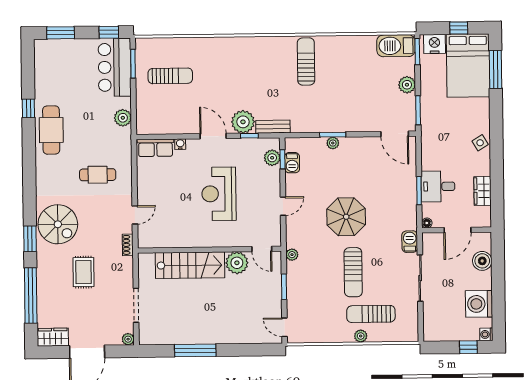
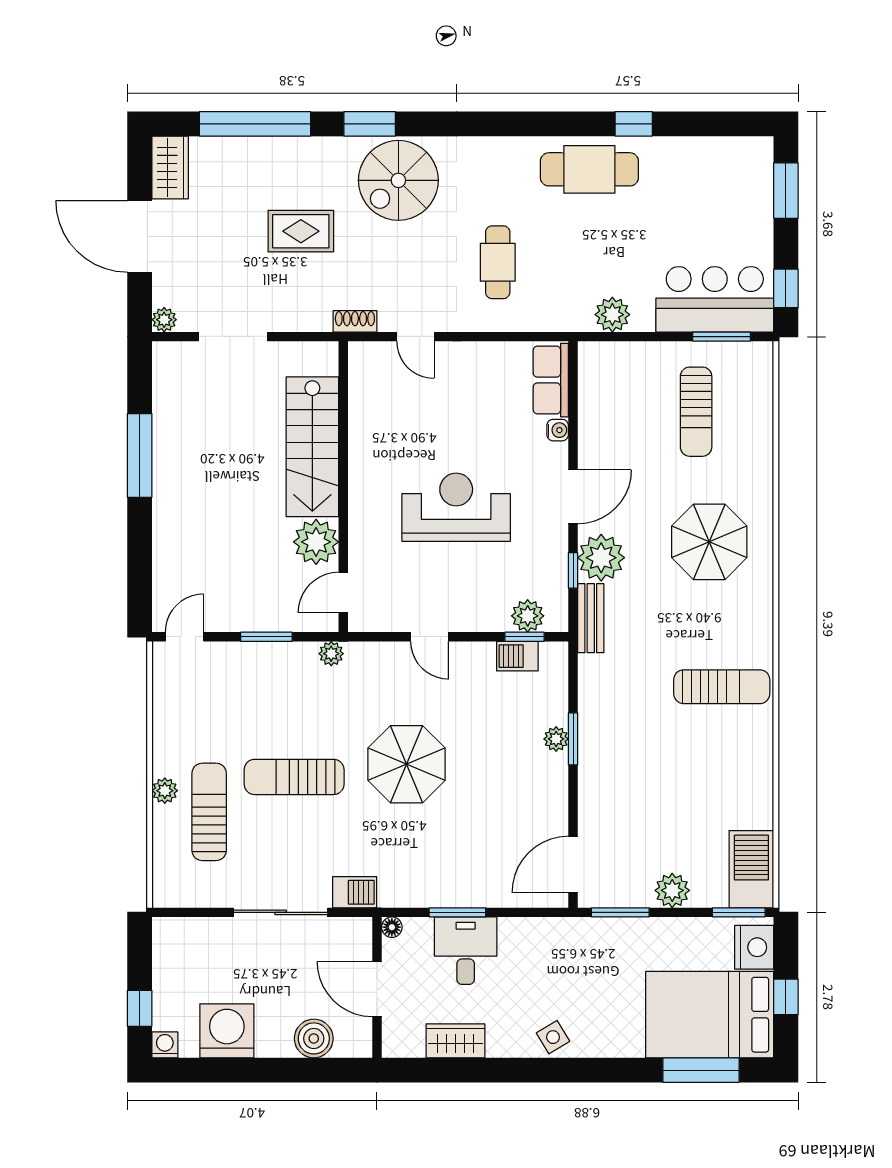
parasol: (234, 69) -> (709, 542), added

